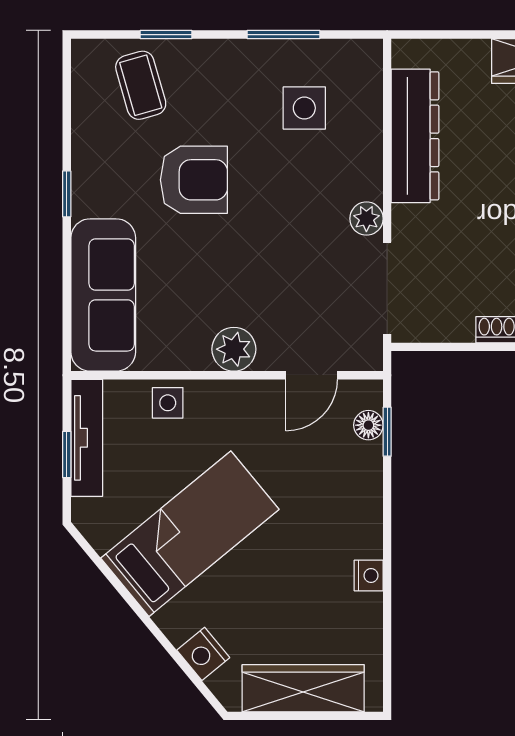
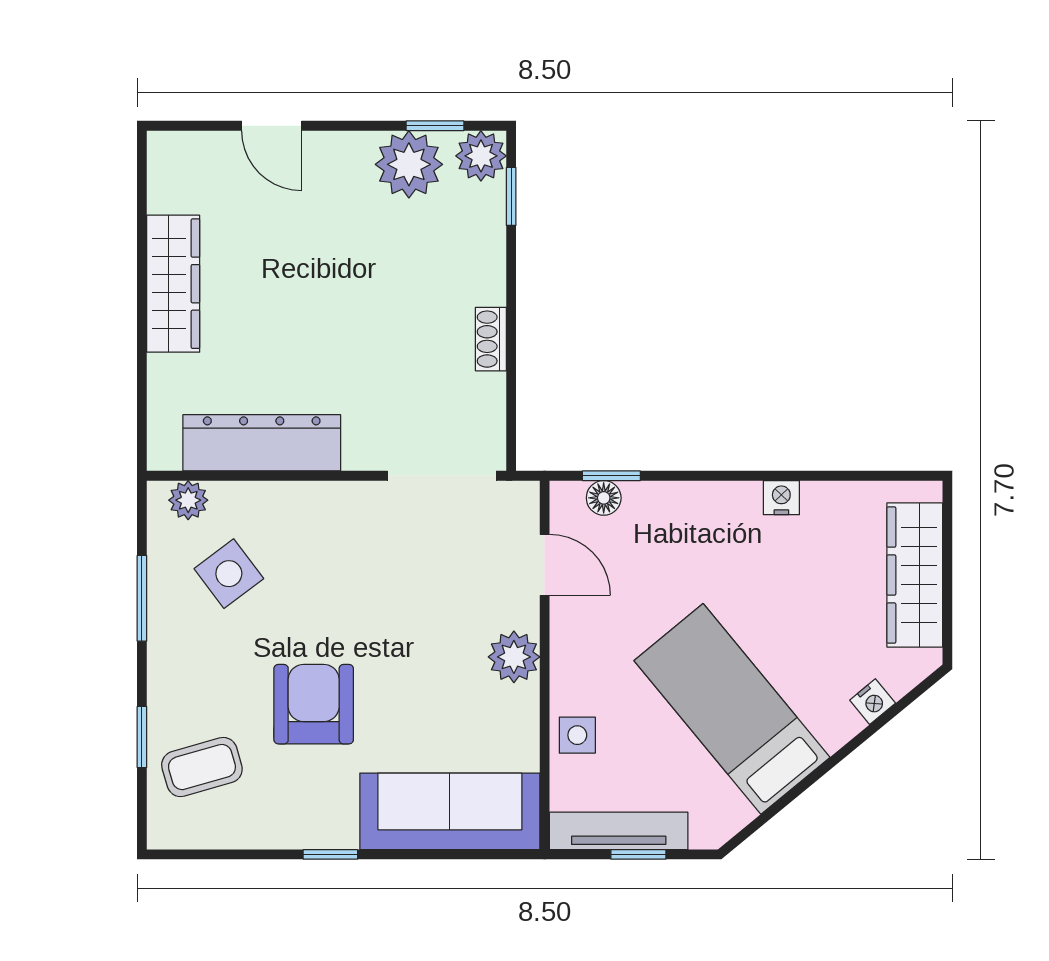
side table: (304, 108) -> (229, 574), turned -37
plant: (366, 219) -> (188, 500), moved
nightstand: (203, 654) -> (873, 702), width x0.72, depth x0.74

